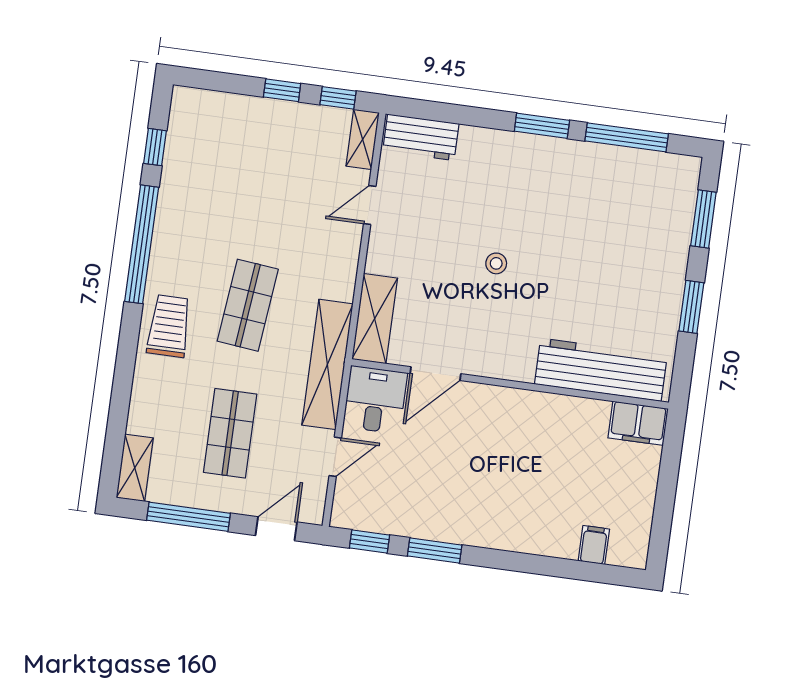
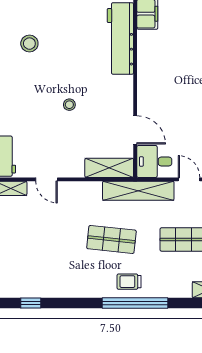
stool: (614, 208) -> (29, 44), added
window: (142, 244) -> (135, 303), moved
trolley: (169, 326) -> (129, 282), width x0.73, depth x0.72

